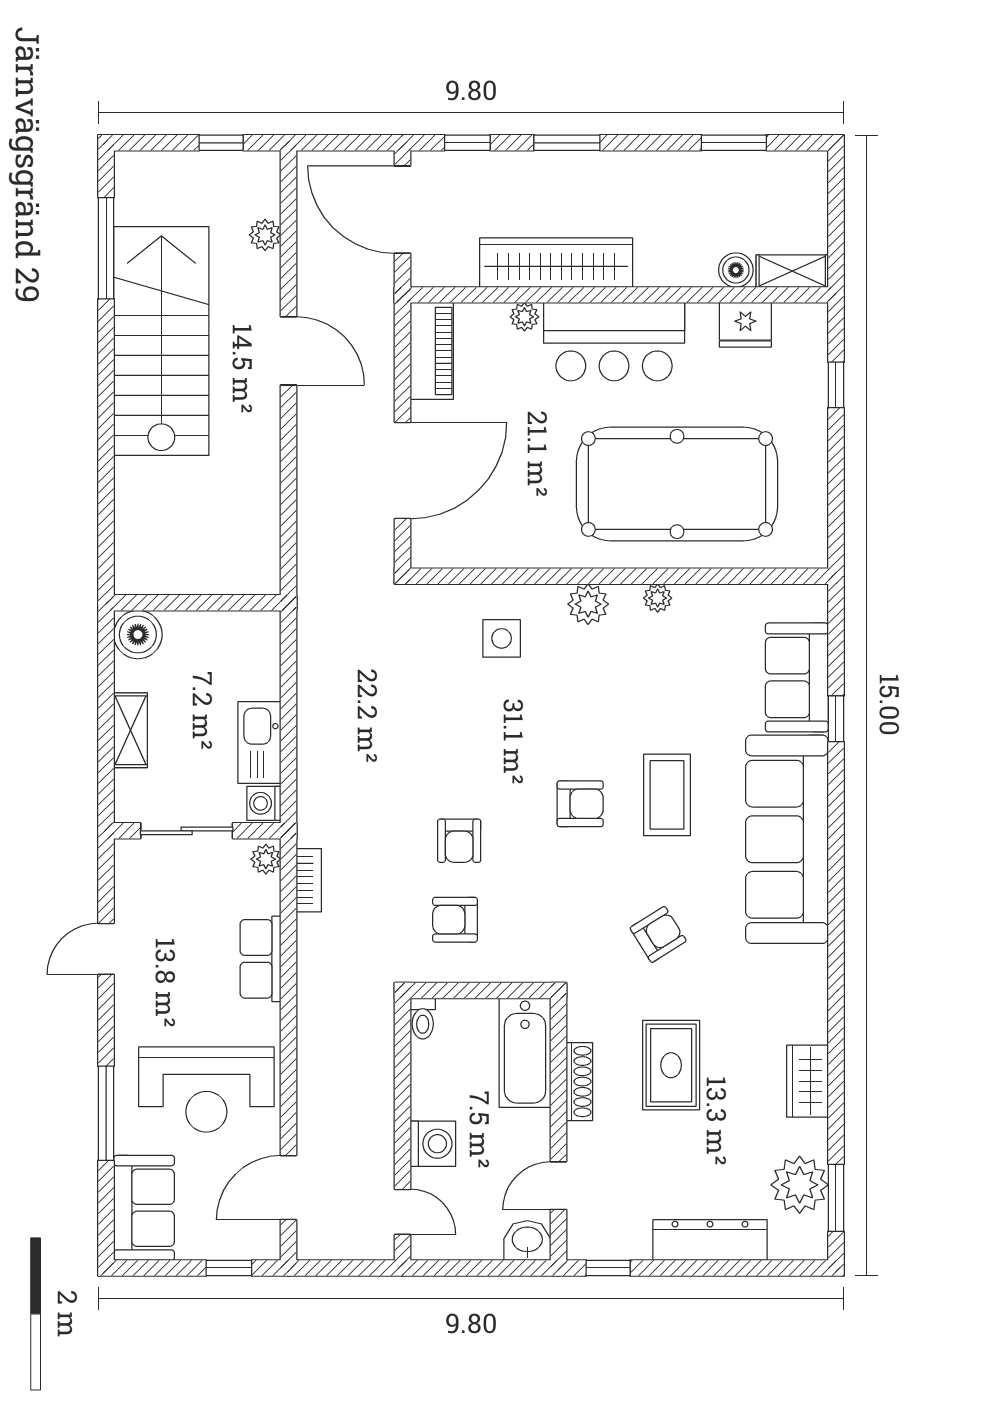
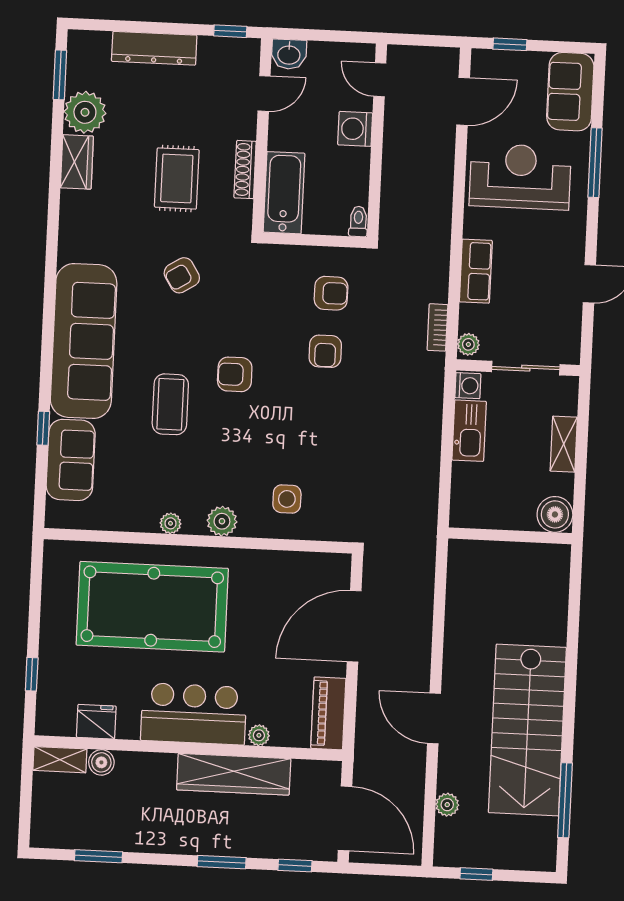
coffee table: (667, 795) -> (170, 404), moved
armchair: (459, 841) -> (325, 351), turned 180
plant: (800, 1185) -> (85, 112), moved

